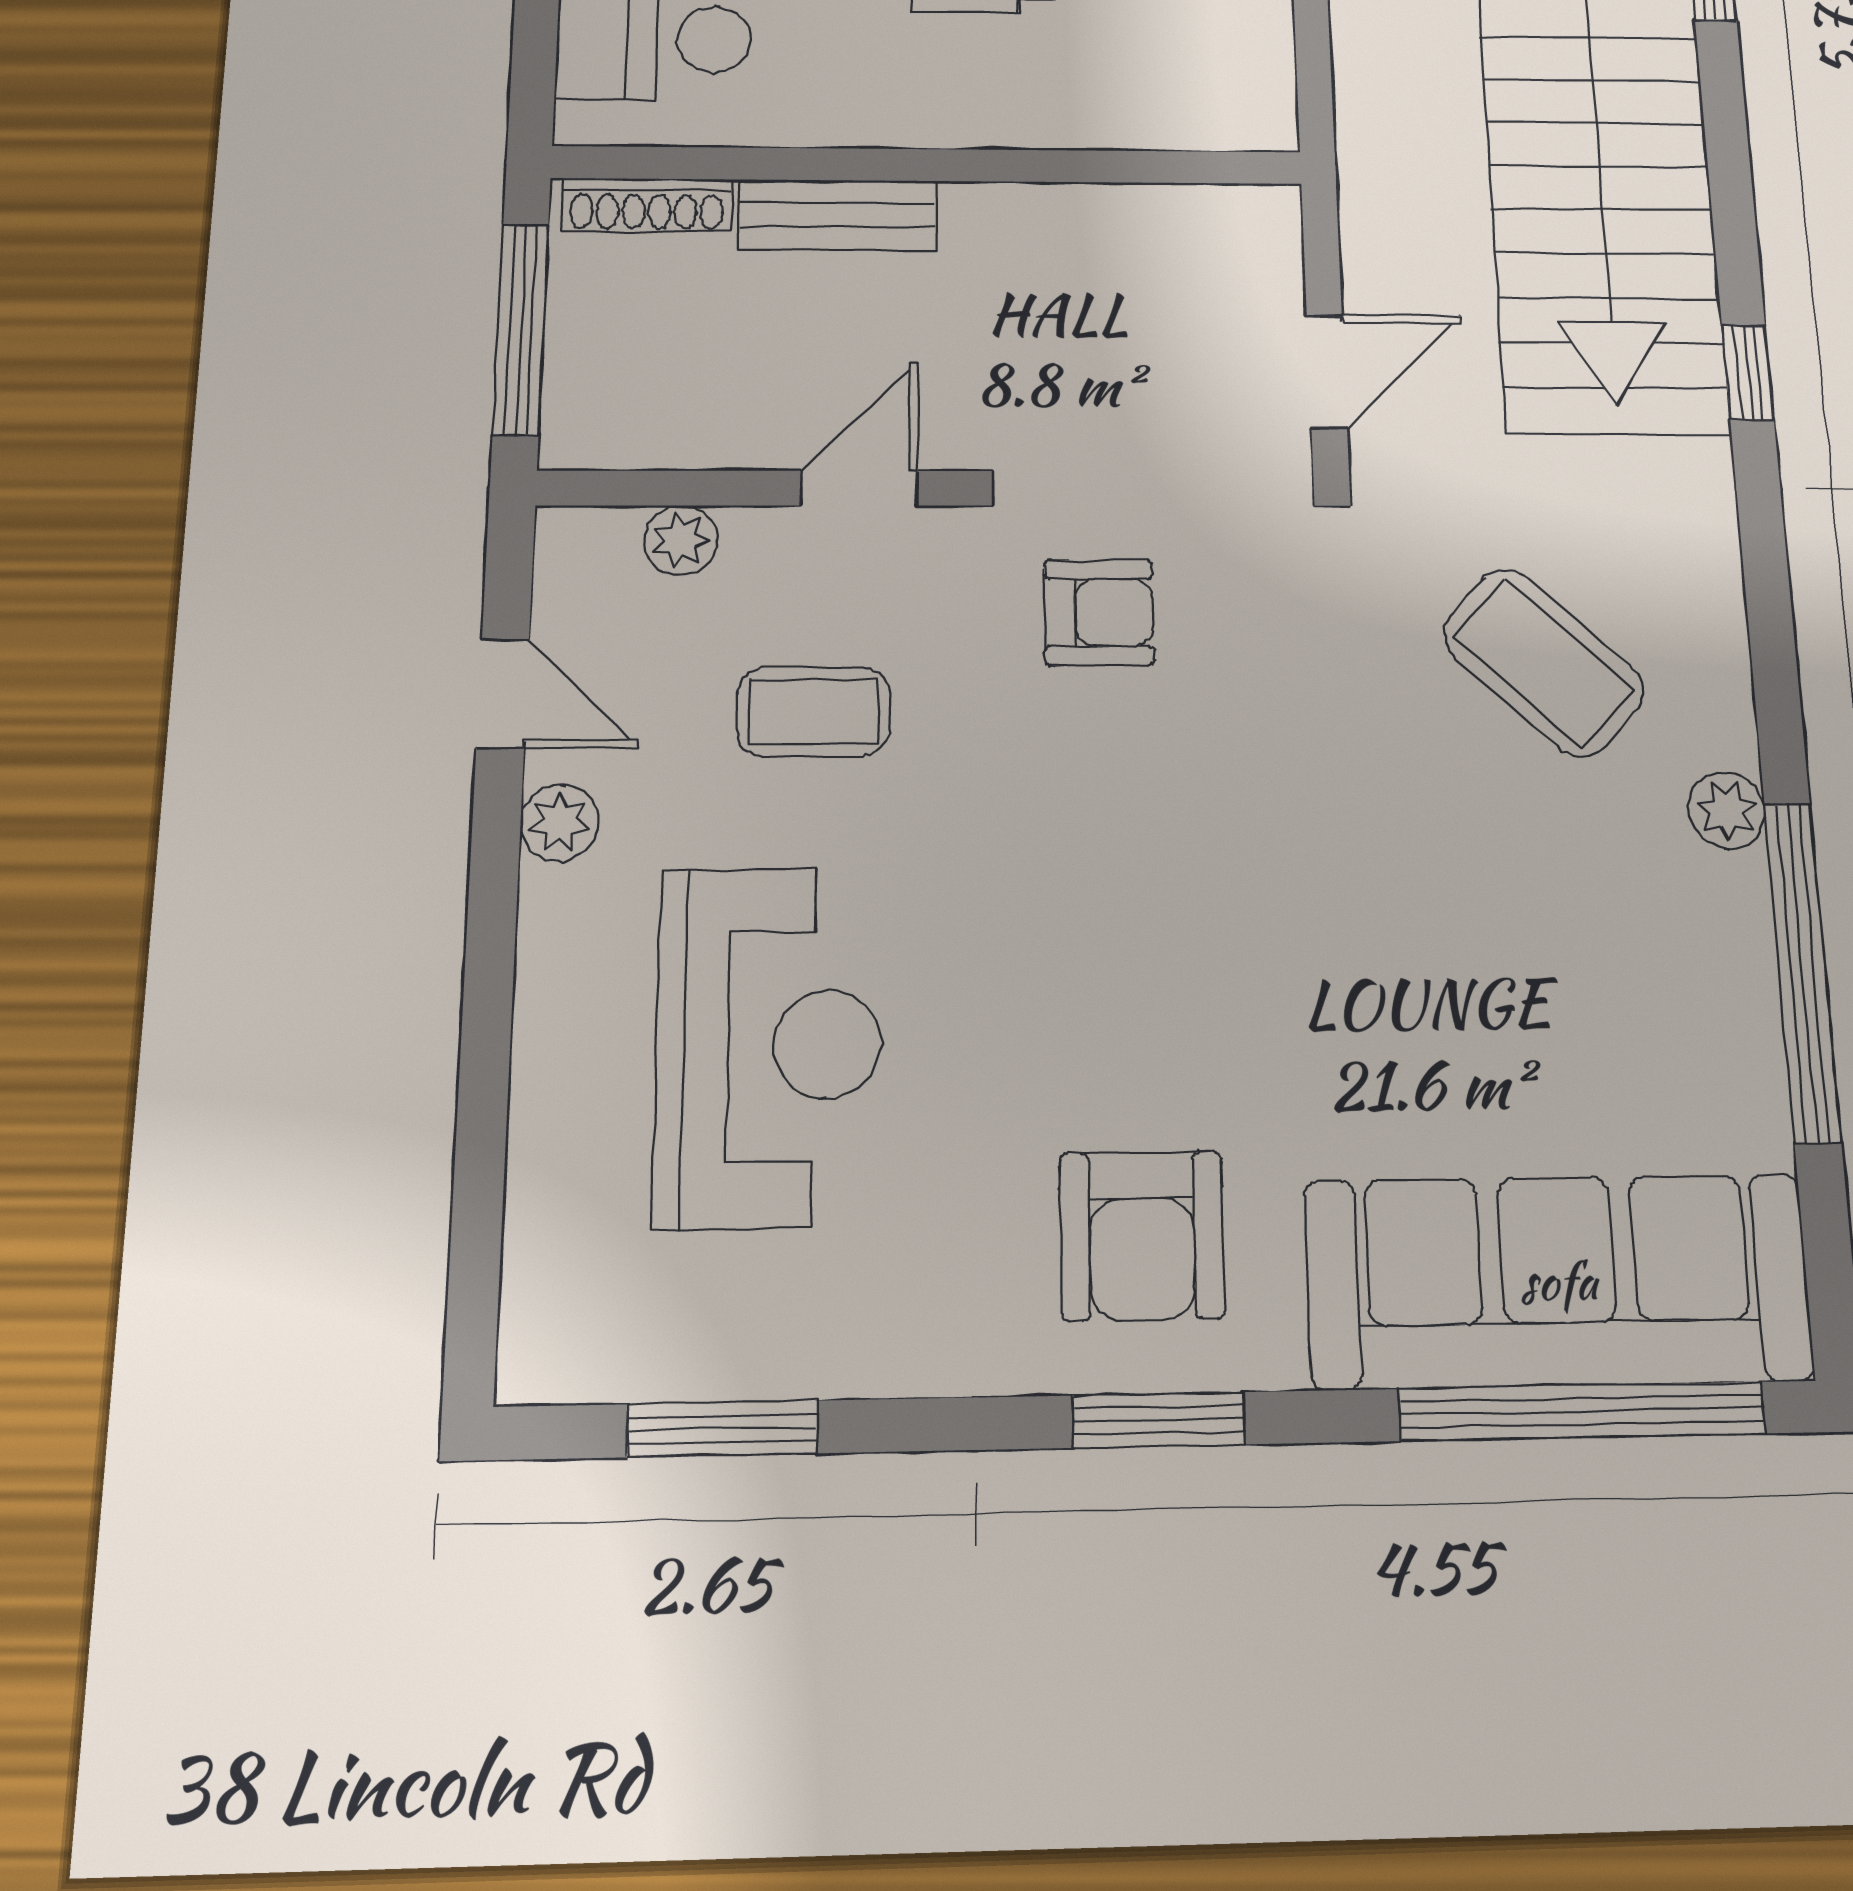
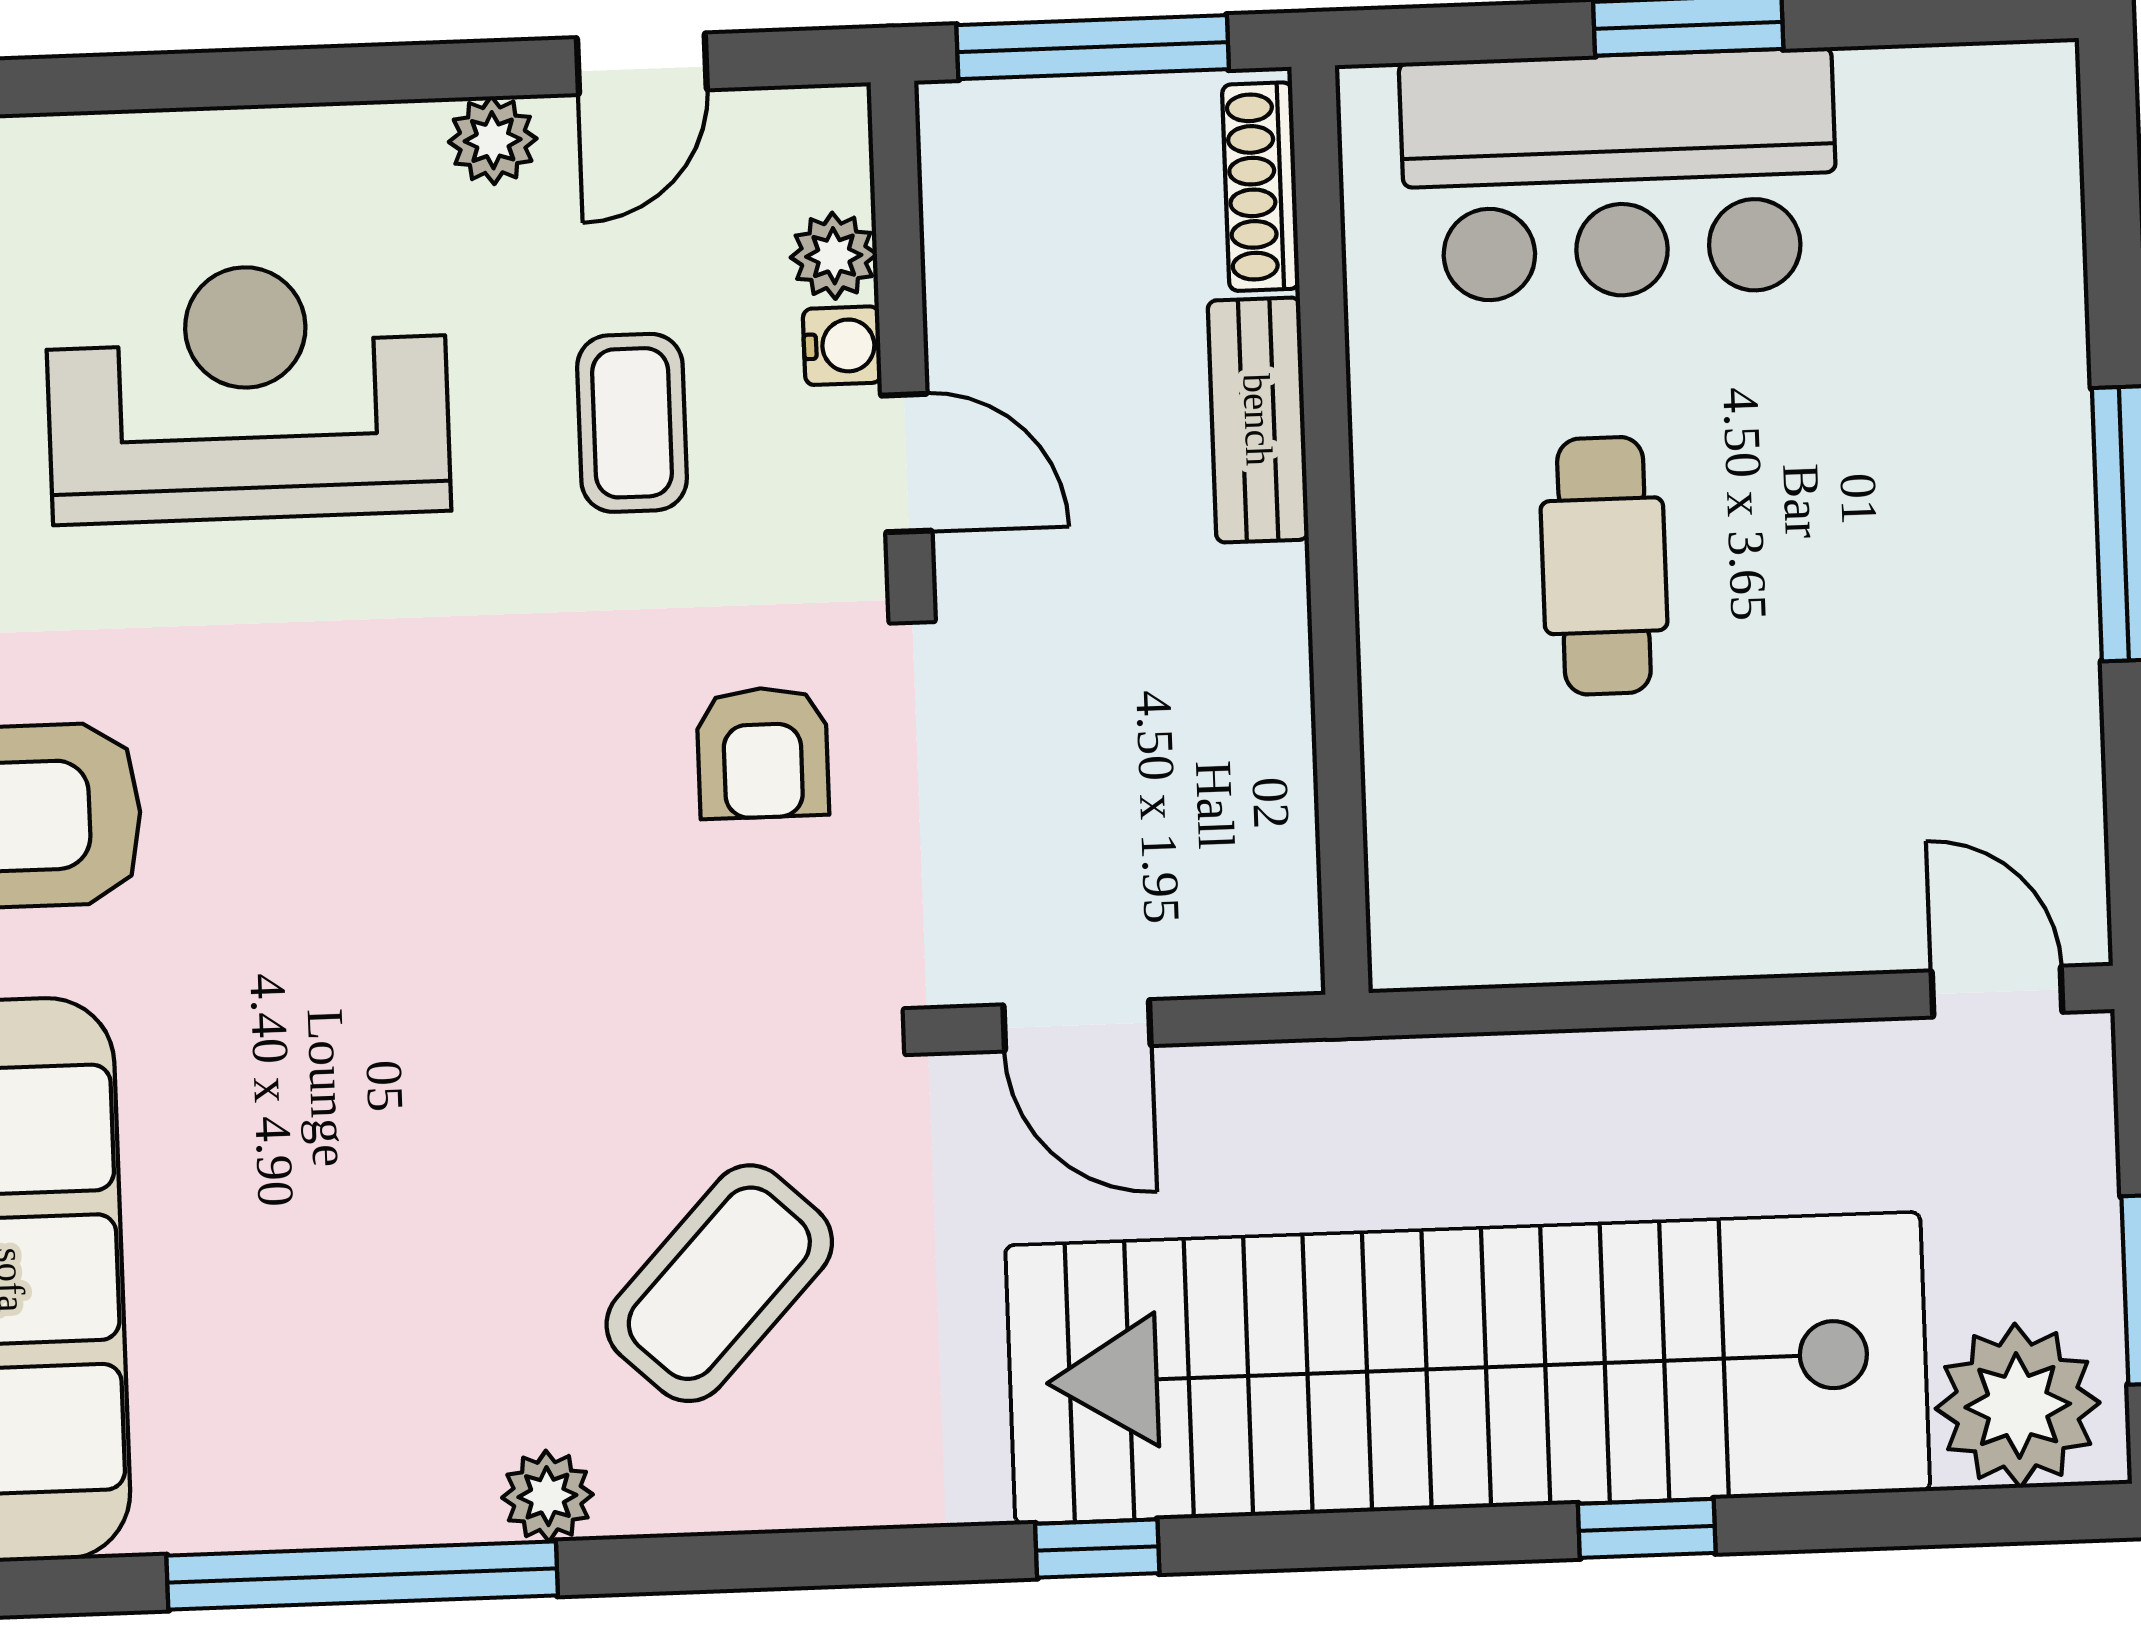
water cooler: (757, 536) -> (842, 346), added
reception desk: (769, 1045) -> (248, 393), turned 180

